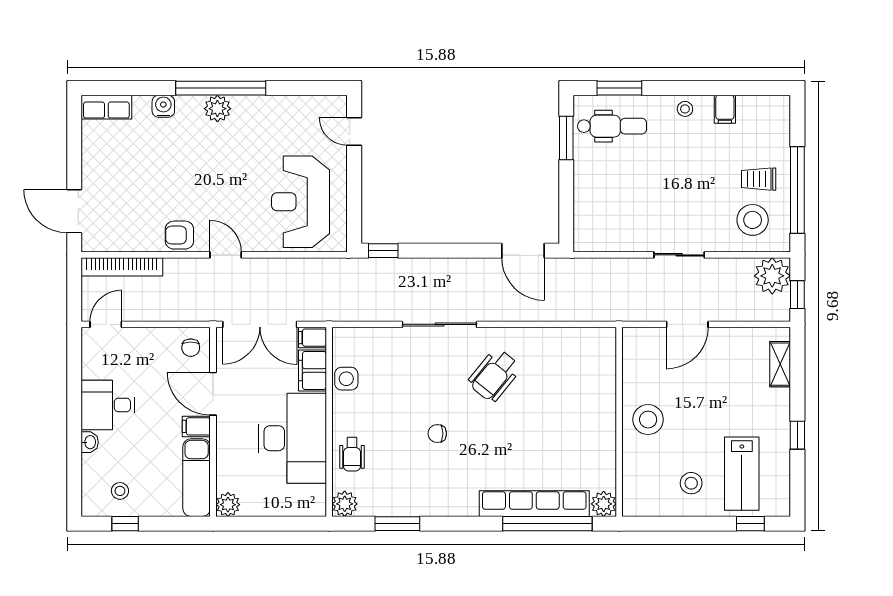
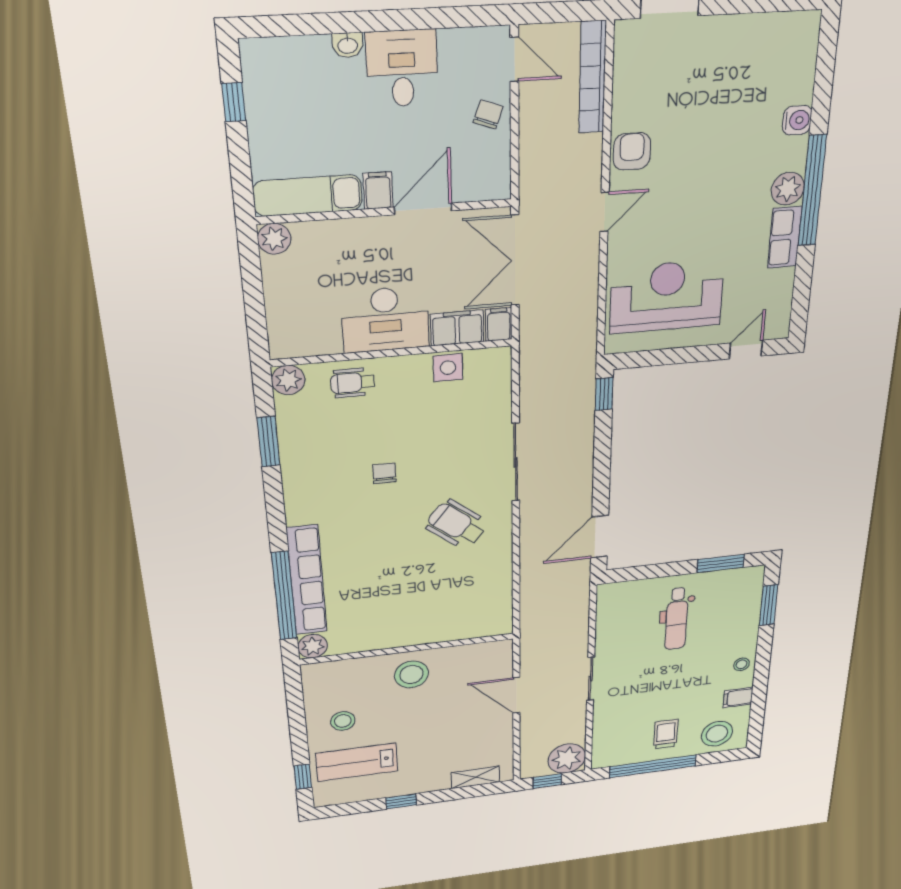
row of seats: (106, 107) -> (785, 237), moved
dental chair: (612, 126) -> (677, 619), moved
stool: (753, 220) -> (717, 734), moved
chair: (191, 348) -> (488, 114), moved, turned 110
desk: (292, 438) -> (385, 320), width x0.73, depth x0.77
stool: (120, 491) -> (280, 92), removed

